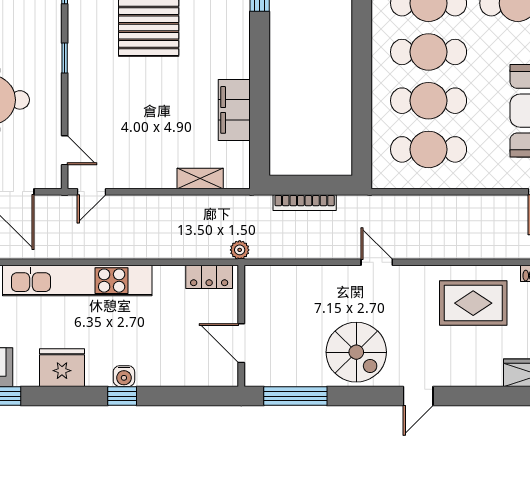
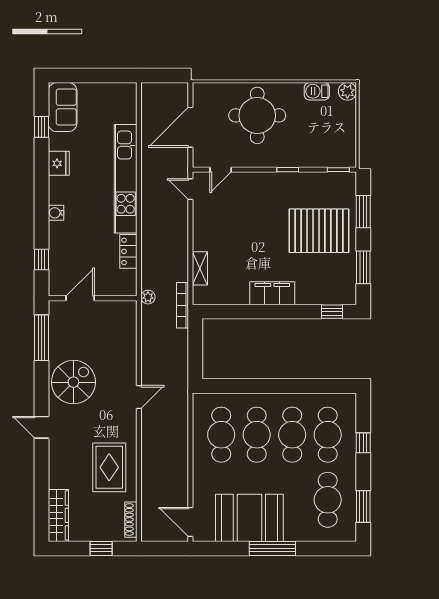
filing cabinet: (234, 110) -> (272, 293), moved
bookcase: (305, 203) -> (182, 305), moved
locker: (209, 277) -> (128, 251), moved
spiral stairs: (356, 352) -> (73, 382), turned 180
fridge: (62, 368) -> (59, 163), width x0.73, depth x0.75
window: (122, 396) -> (41, 259), moved

